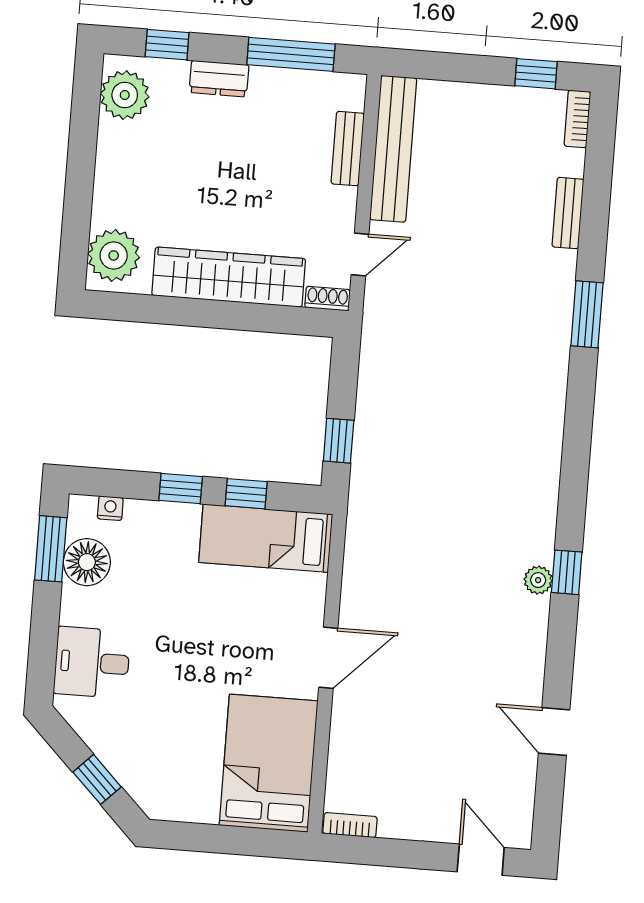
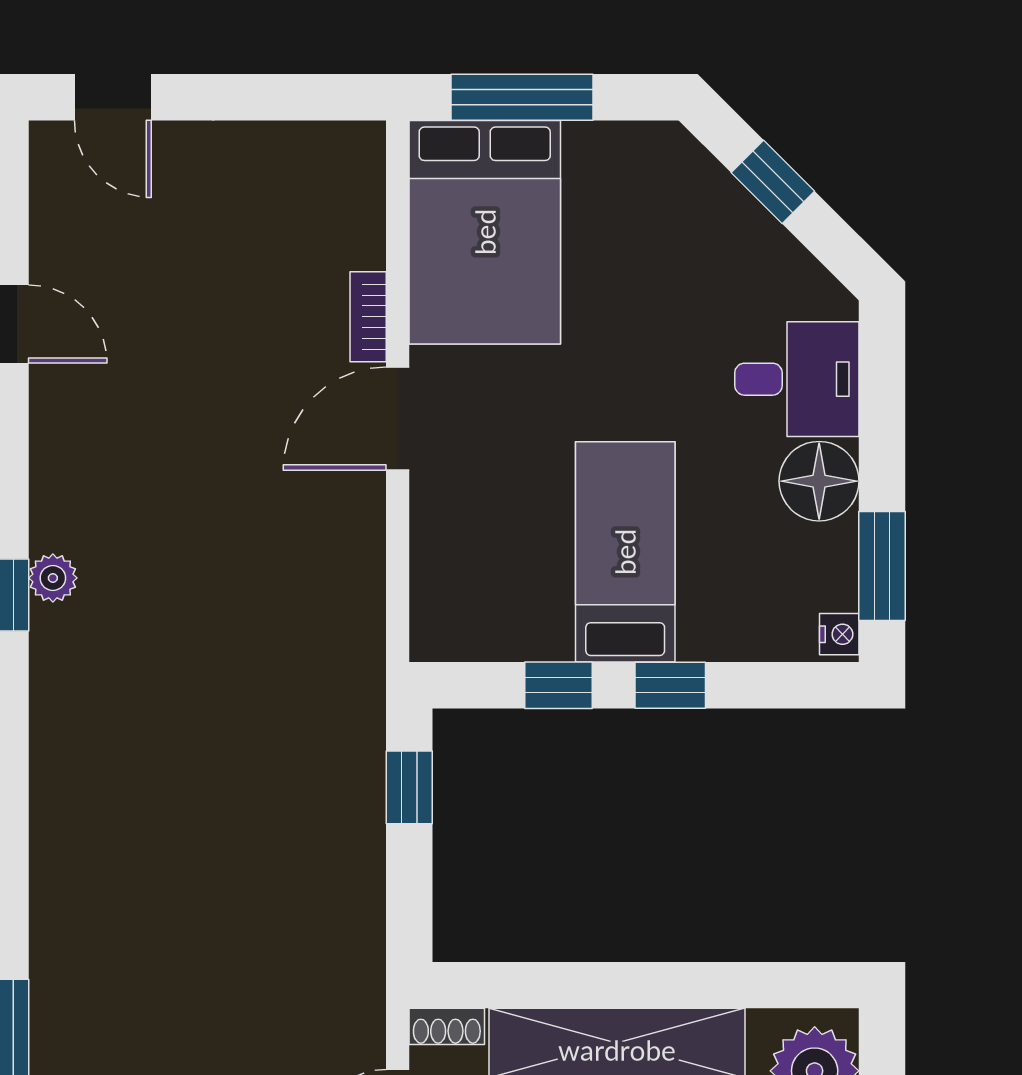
nightstand: (110, 508) -> (839, 634), moved, turned -90
bed: (266, 538) -> (625, 552), moved, turned -90
floor lamp: (87, 562) -> (819, 481), moved
bookcase: (350, 825) -> (368, 317), moved, turned 90
window: (240, 841) -> (522, 97), added

